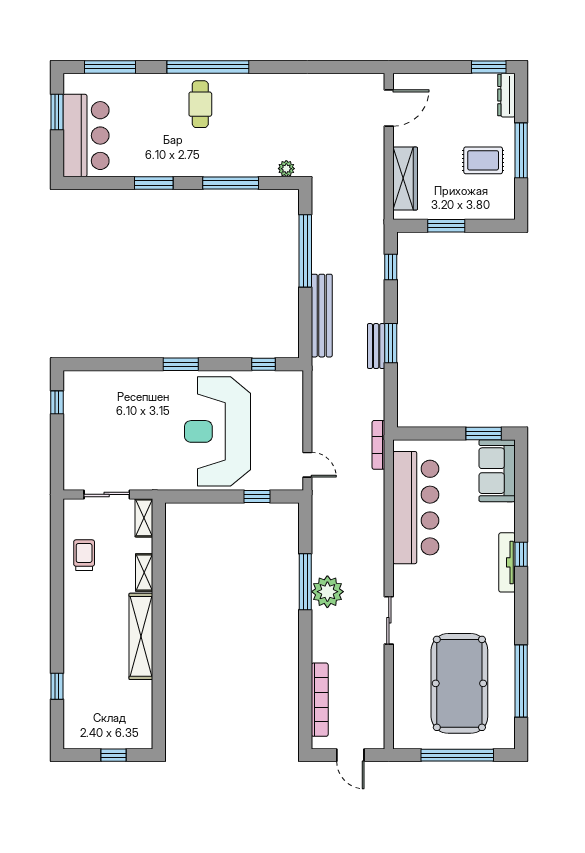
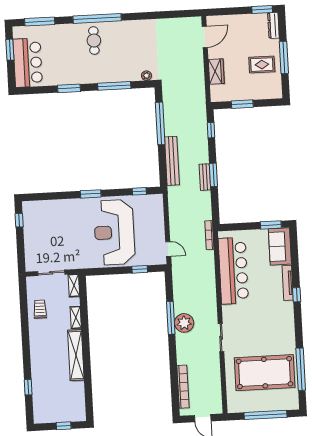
wardrobe: (405, 179) -> (216, 72), width x0.67
tv unit: (507, 562) -> (288, 283), moved
pool table: (459, 683) -> (265, 373), turned 90

